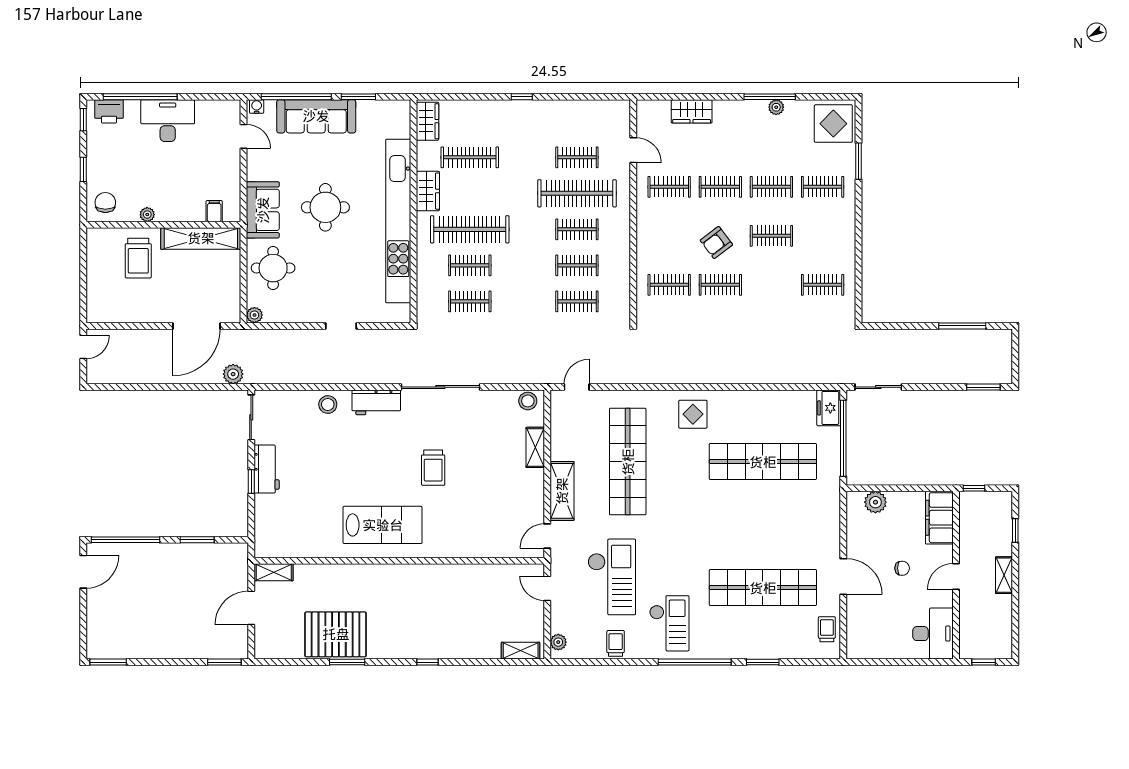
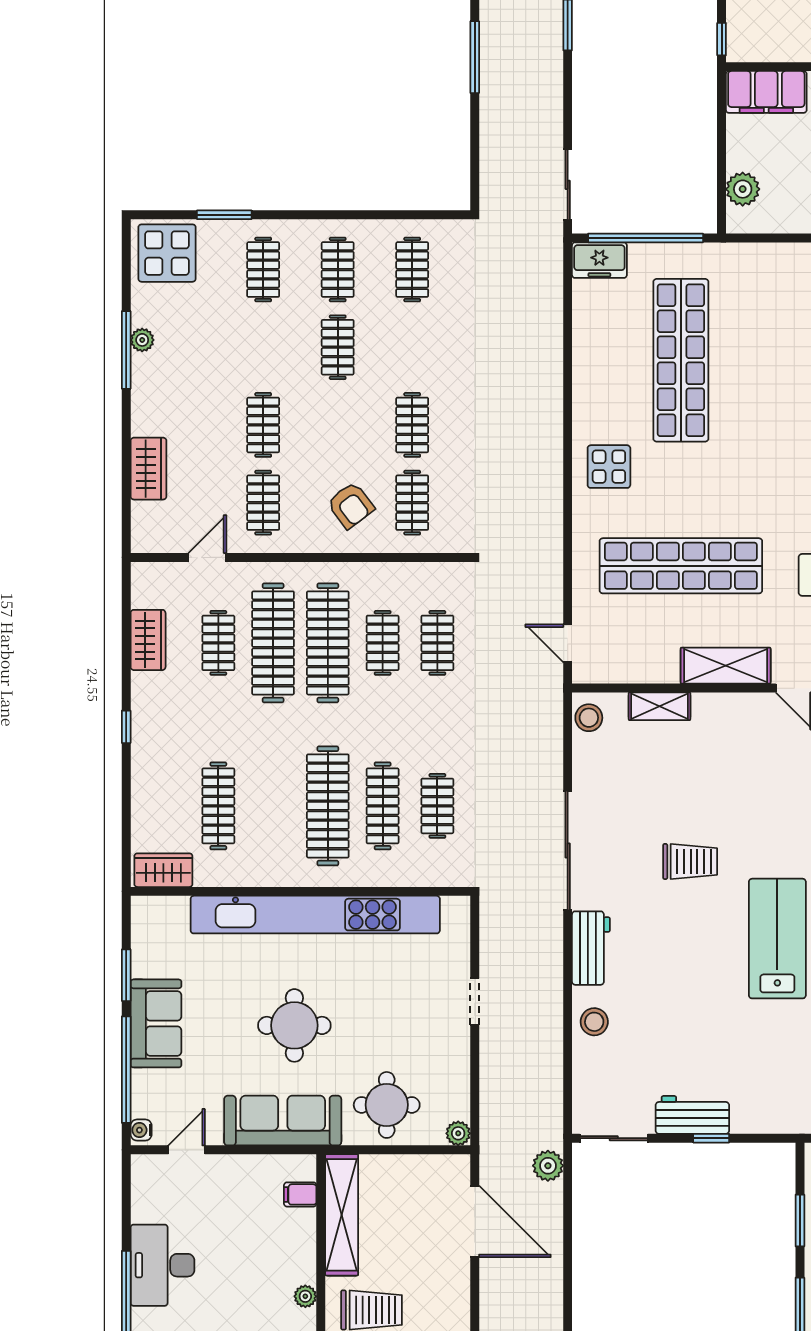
sofa: (316, 116) -> (156, 1023), width x0.73
clothes rail: (771, 187) -> (338, 270), moved
wardrobe: (428, 191) -> (148, 640), moved, turned 90
sofa: (263, 210) -> (283, 1121), width x1.36
clothes rail: (577, 229) -> (328, 643), width x1.86, depth x1.31
armchair: (716, 243) -> (351, 505), moved
clothes rail: (470, 265) -> (383, 806), width x1.36

